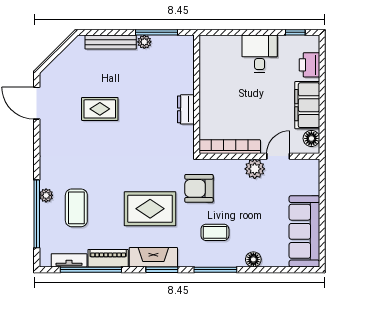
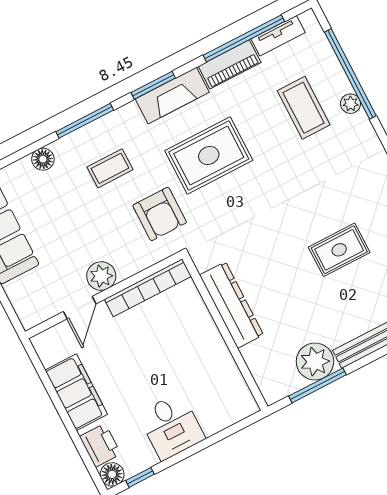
plant: (144, 42) -> (315, 362), width x1.88, depth x1.88
dresser: (186, 109) -> (231, 305), width x1.96, depth x1.24
floor lamp: (311, 138) -> (112, 474), moved
armchair: (199, 188) -> (160, 214), turned 90

